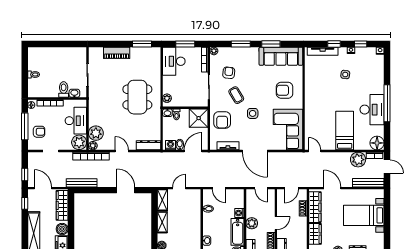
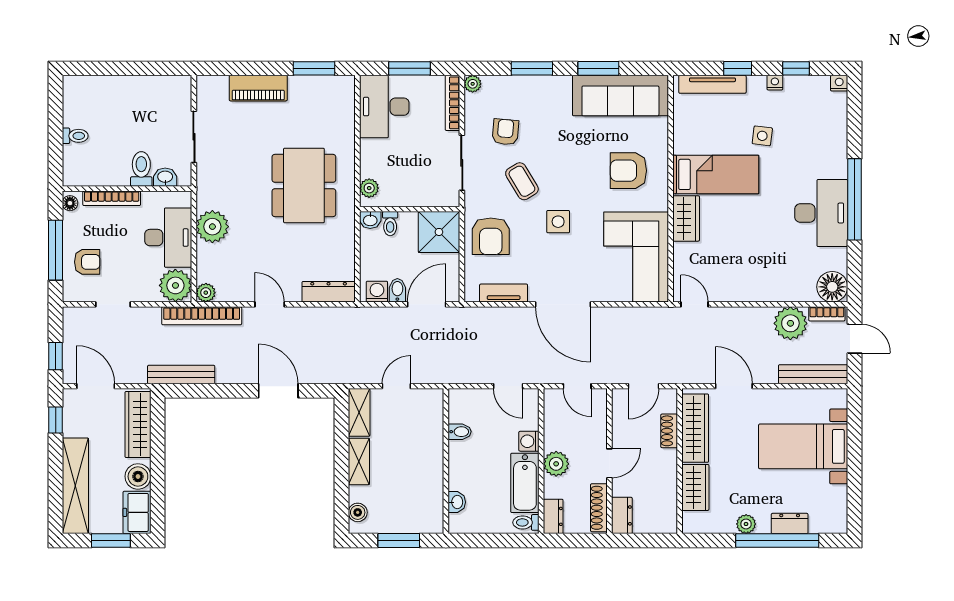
wardrobe: (311, 112) -> (686, 218), added
bed: (345, 130) -> (716, 174), moved, turned 90
plant: (96, 133) -> (212, 227), moved
door: (219, 188) -> (508, 386), moved

